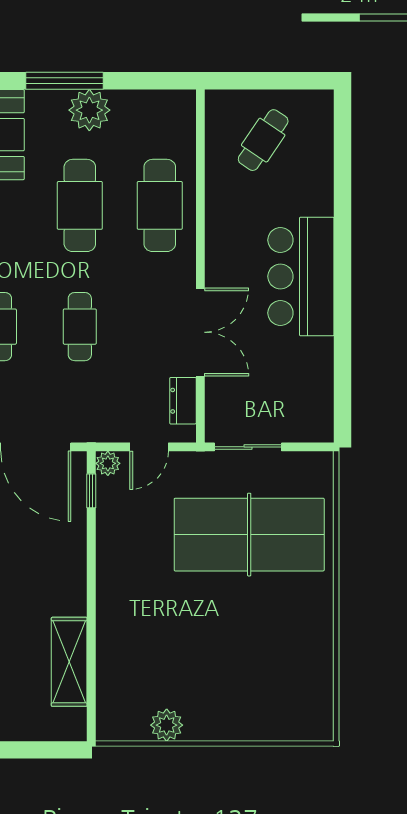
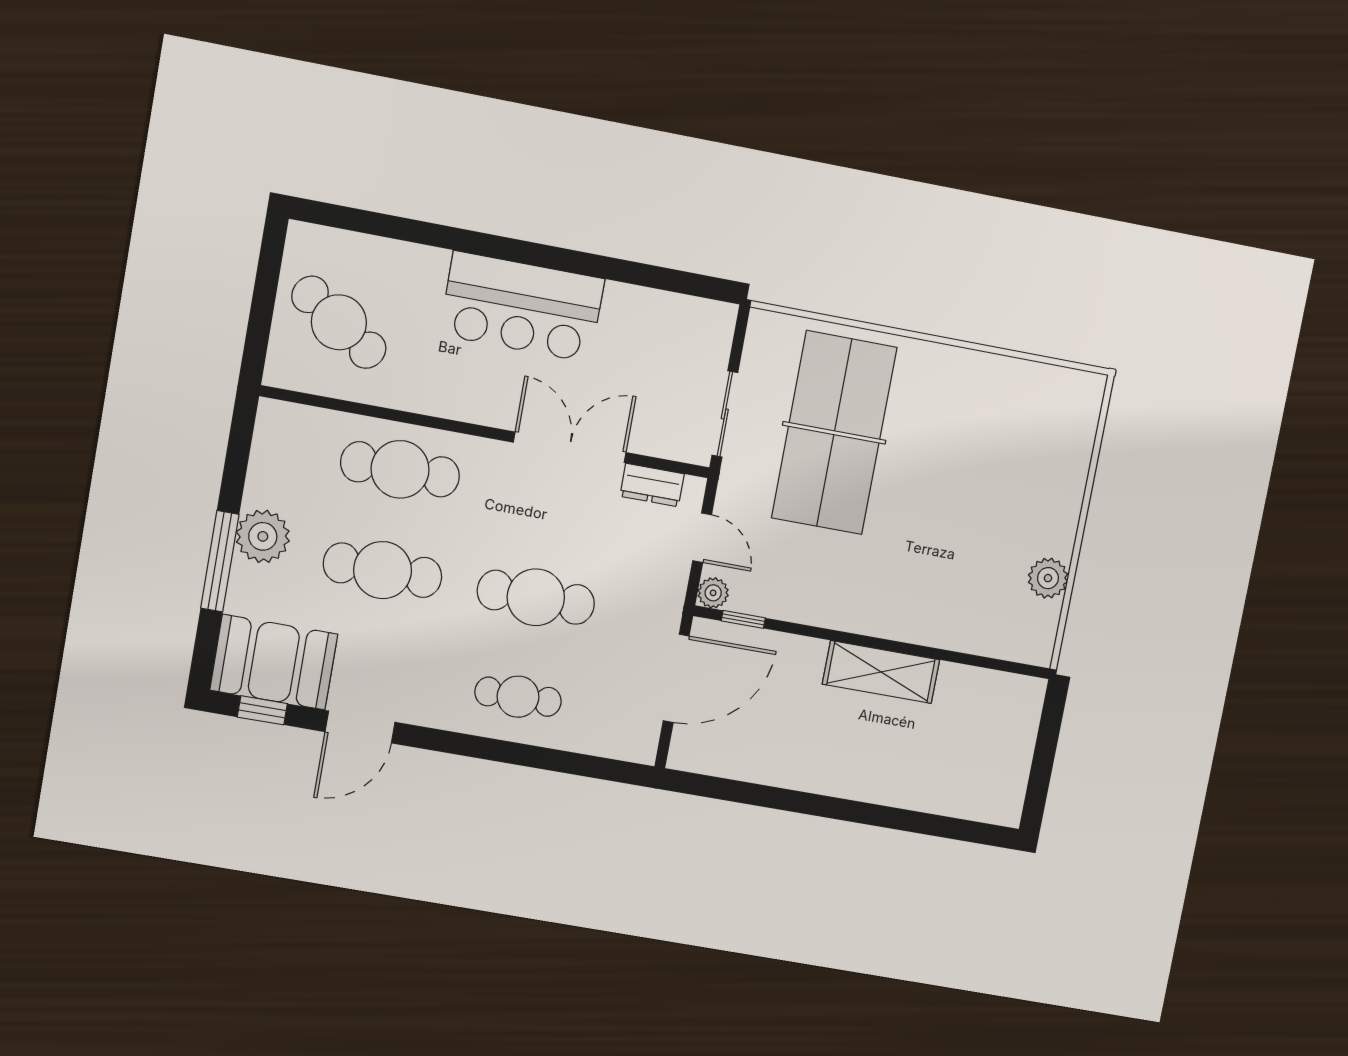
cafe table: (263, 140) -> (339, 322), width x1.37, depth x1.35
cafe table: (80, 327) -> (536, 597), width x1.37, depth x1.35
shelving: (69, 662) -> (881, 672), moved

